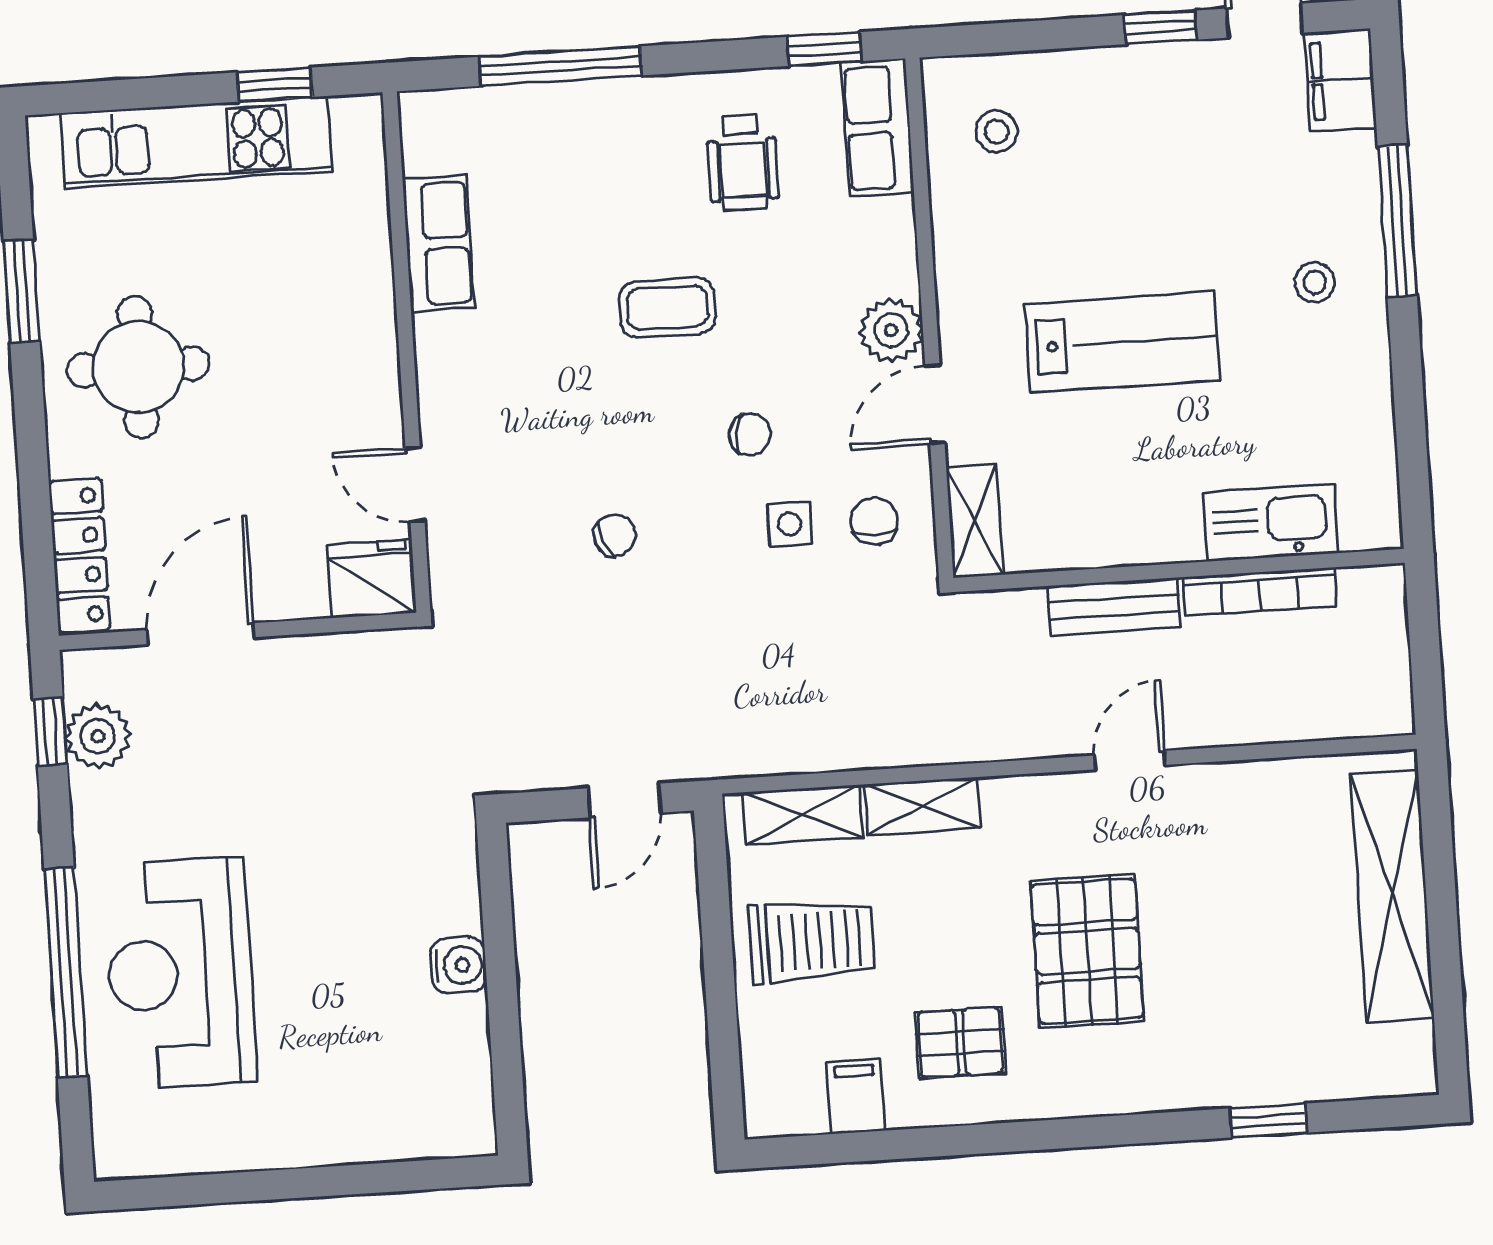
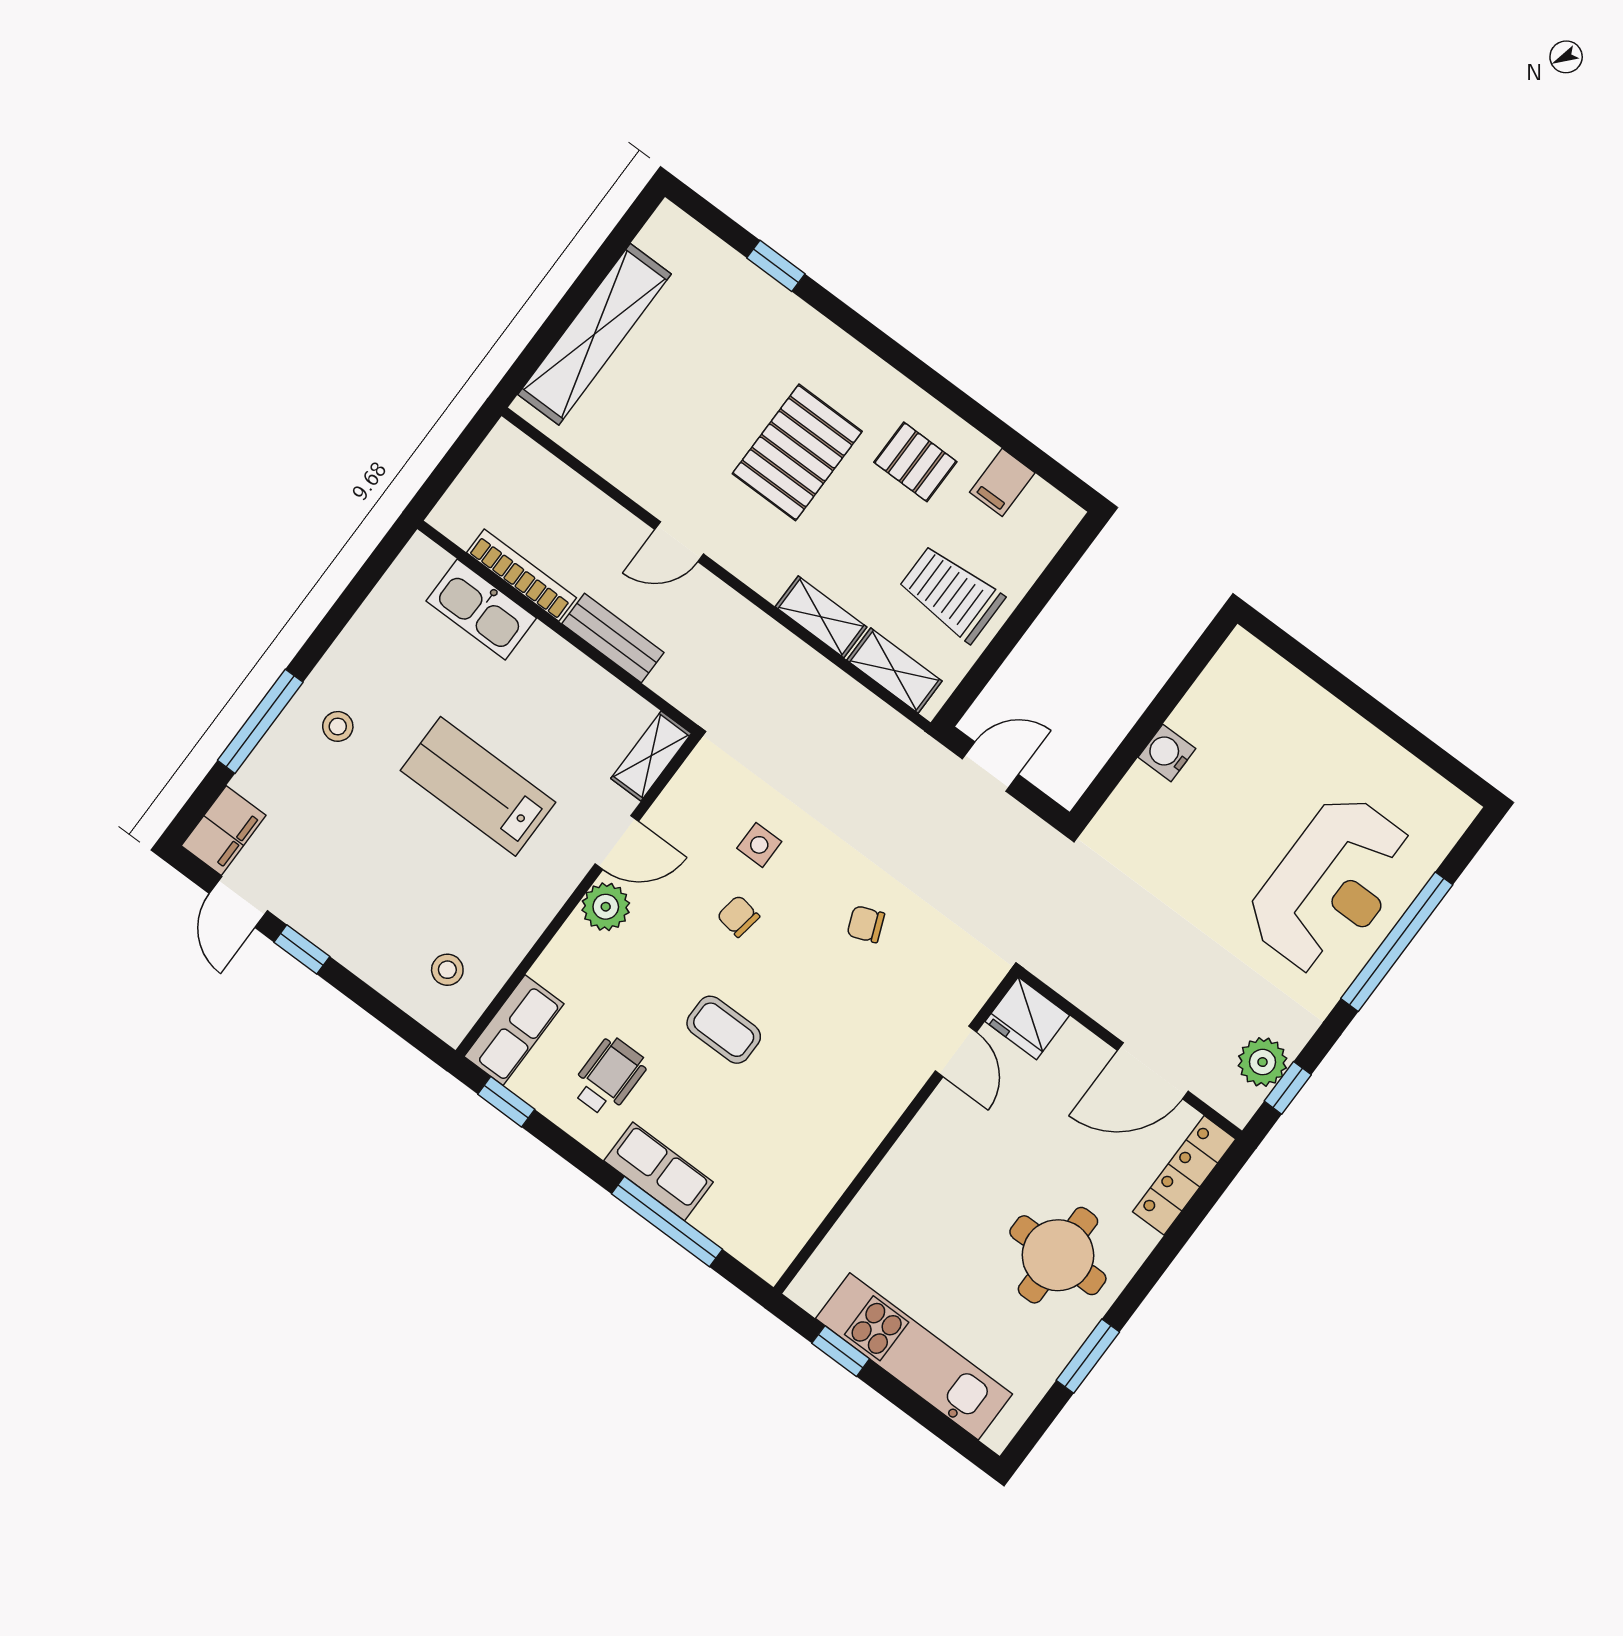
row of seats: (438, 244) -> (659, 1171), moved, turned 90
chair: (874, 521) -> (709, 805), removed

